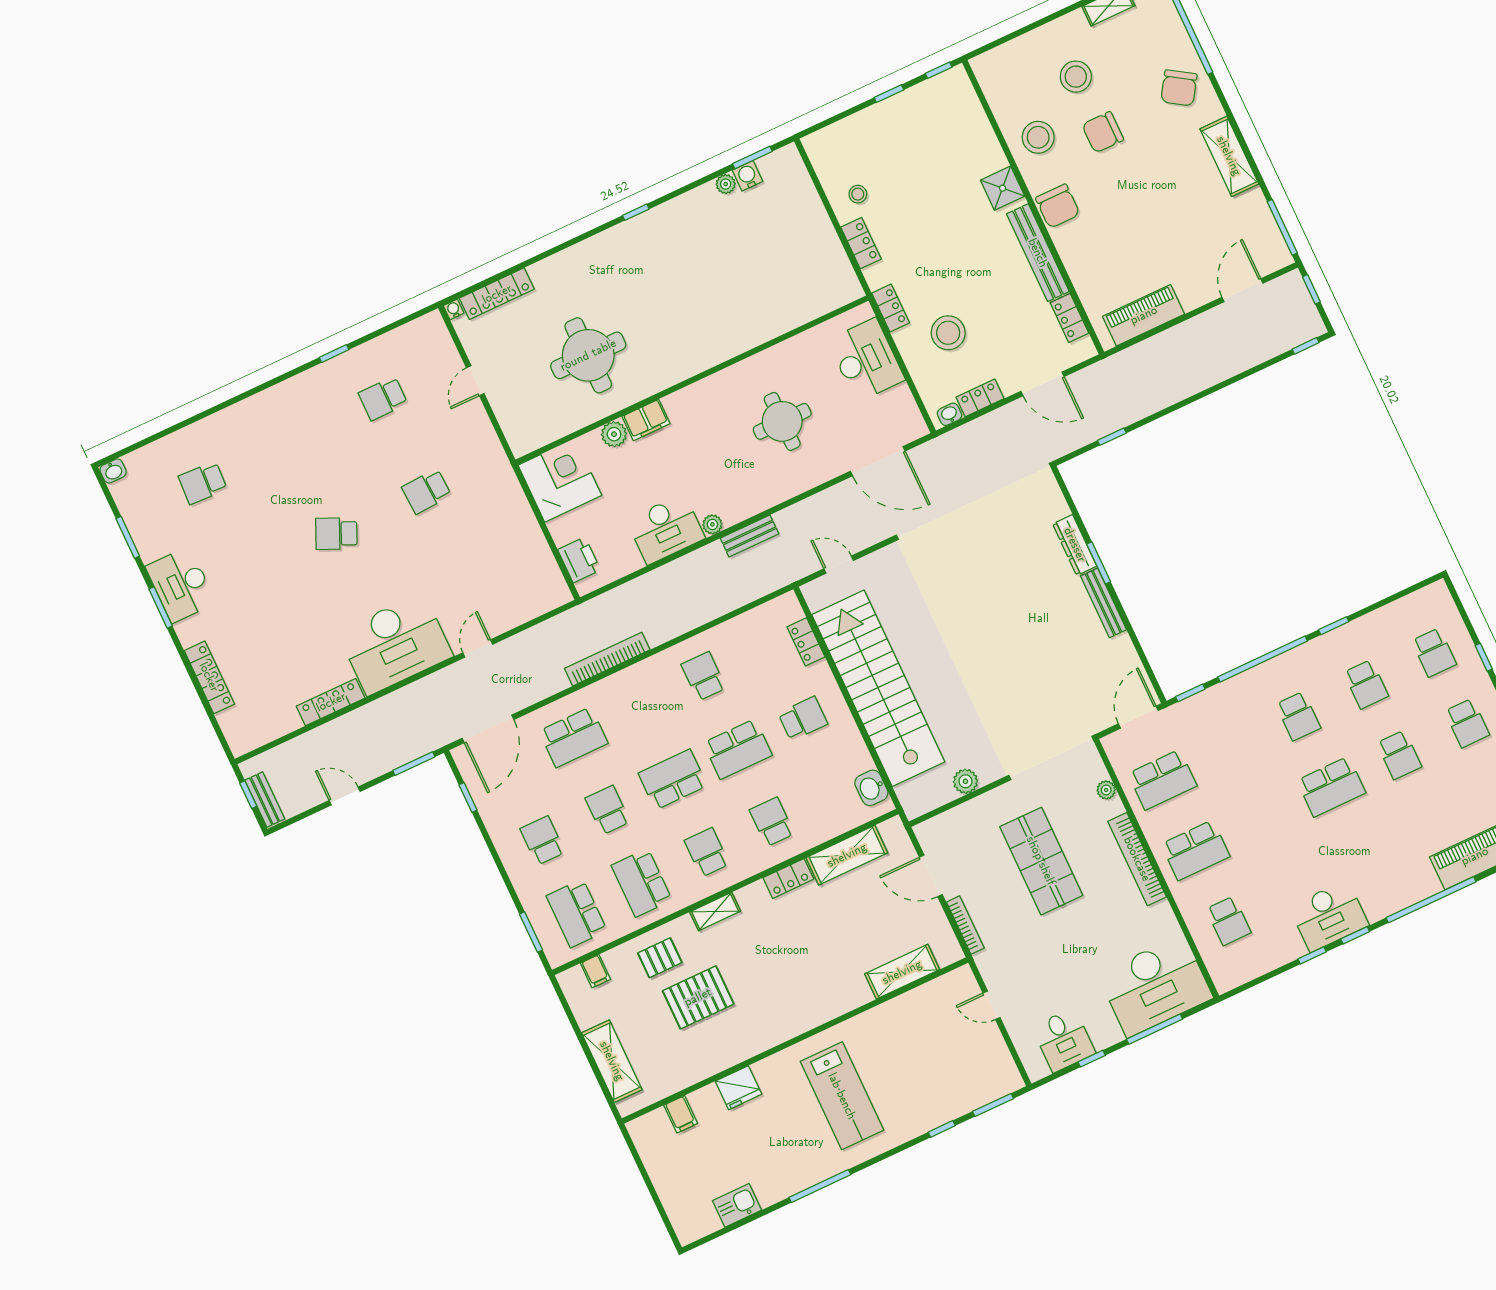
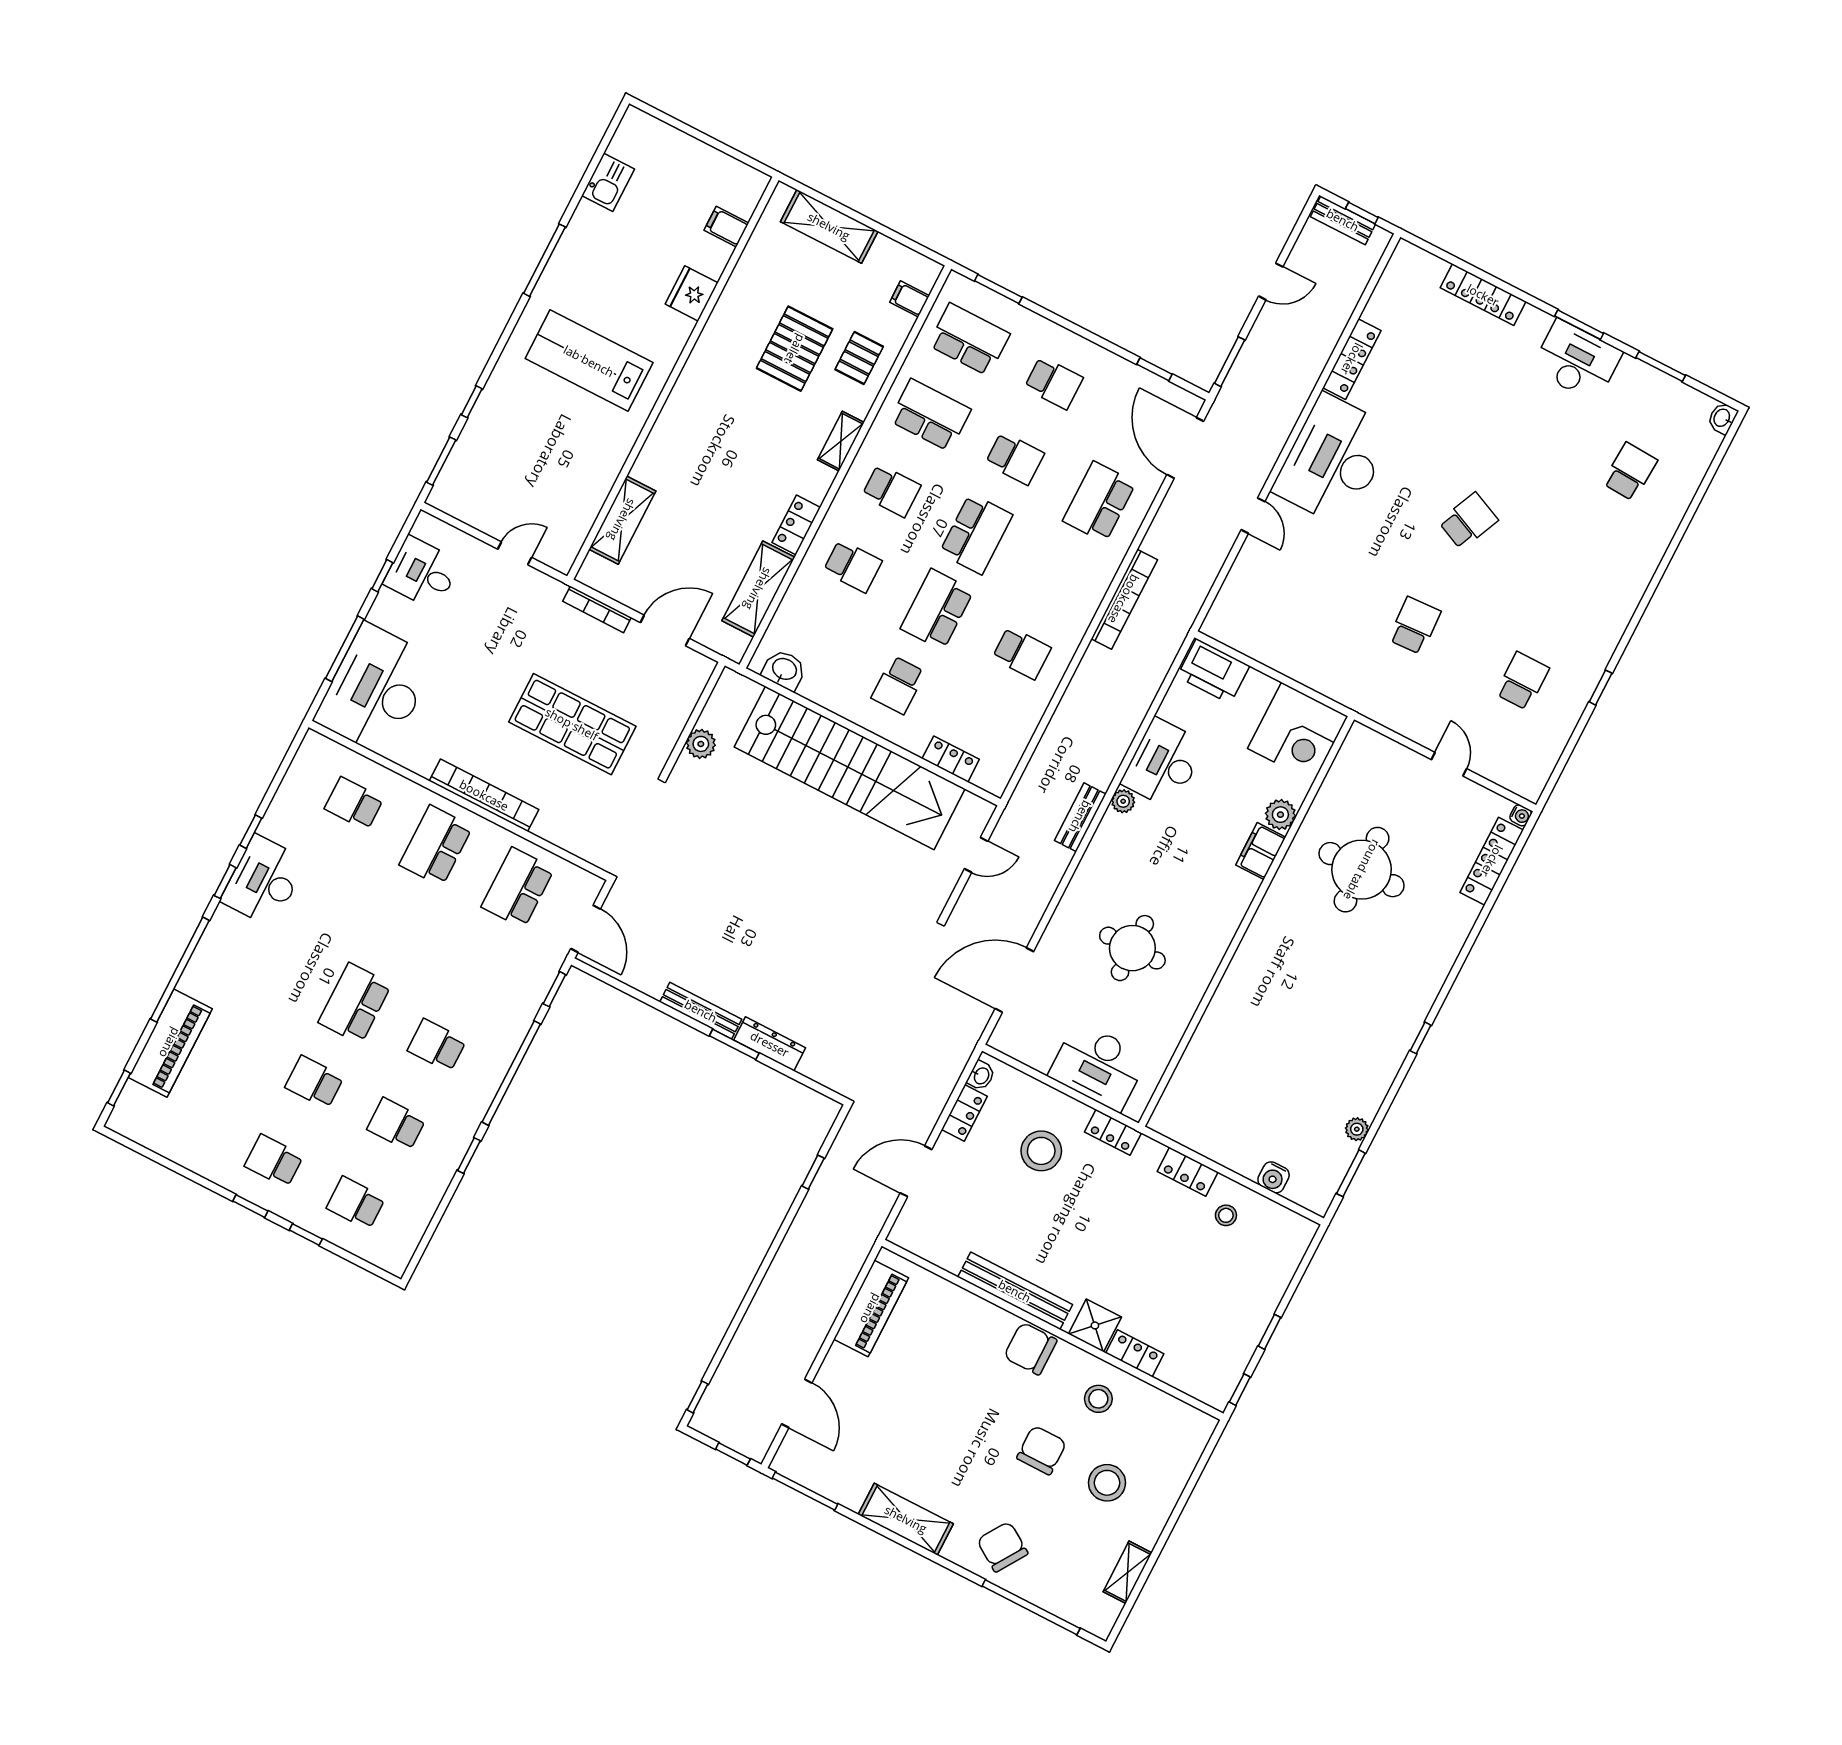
stool: (1038, 137) -> (1098, 1399), width x0.73, depth x0.73
water cooler: (747, 176) -> (1274, 1177), moved, turned 90
locker: (1069, 318) -> (1135, 1353), moved
printer: (579, 560) -> (1213, 671), width x1.37, depth x1.19
plant: (1106, 790) -> (563, 838), removed

